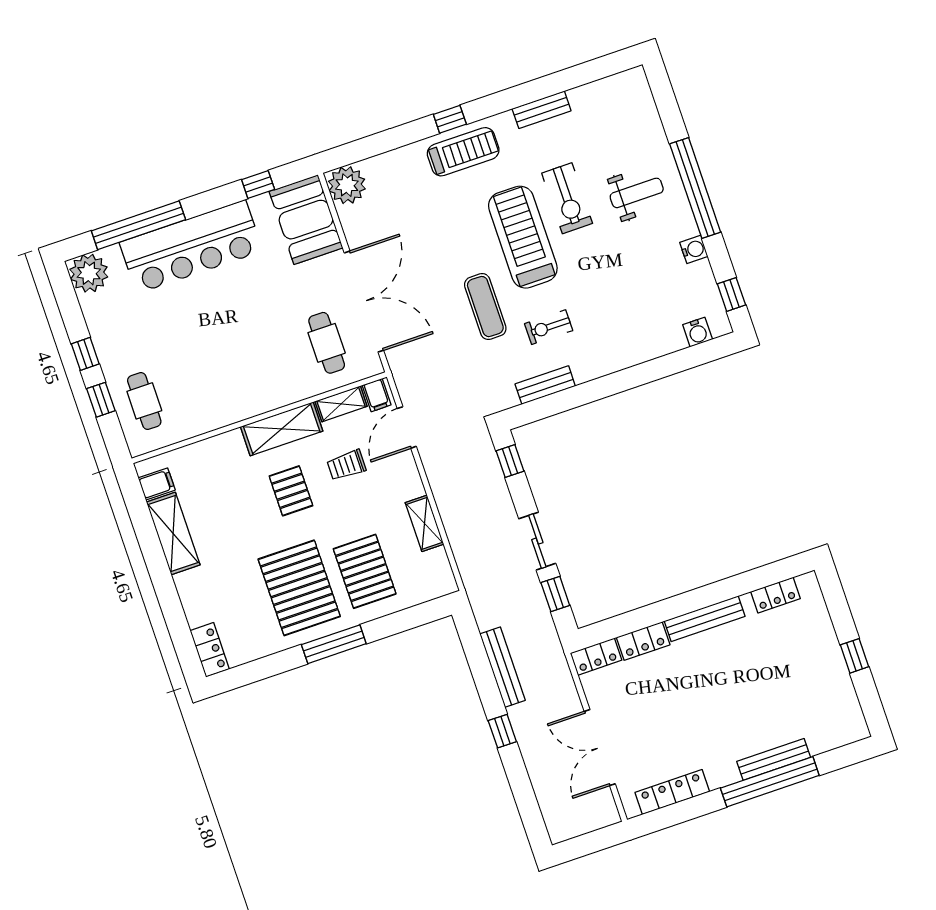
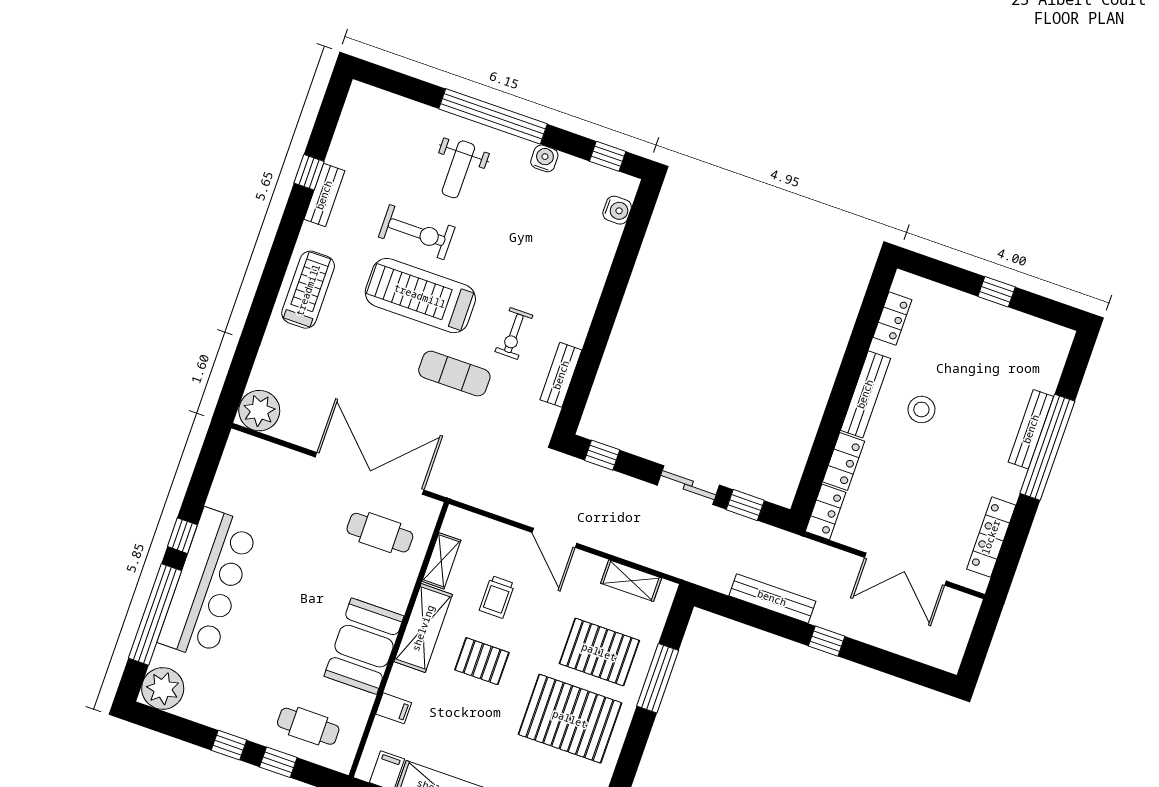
window: (450, 119) -> (309, 172), moved
window: (258, 185) -> (182, 536), moved
weight bench: (637, 193) -> (458, 169), turned 180
booth: (306, 220) -> (364, 646), moved, turned 90
filing cabinet: (377, 395) -> (394, 708), moved
door: (407, 427) -> (554, 538), moved
shelving: (424, 523) -> (631, 581), moved
window: (334, 644) -> (658, 678), moved
stool: (726, 668) -> (921, 409), added

